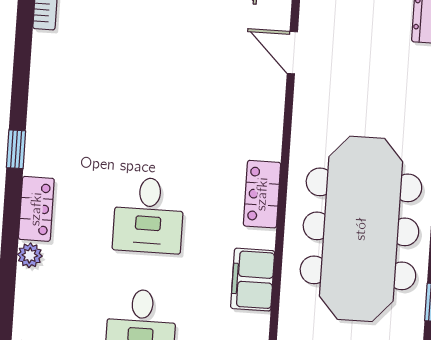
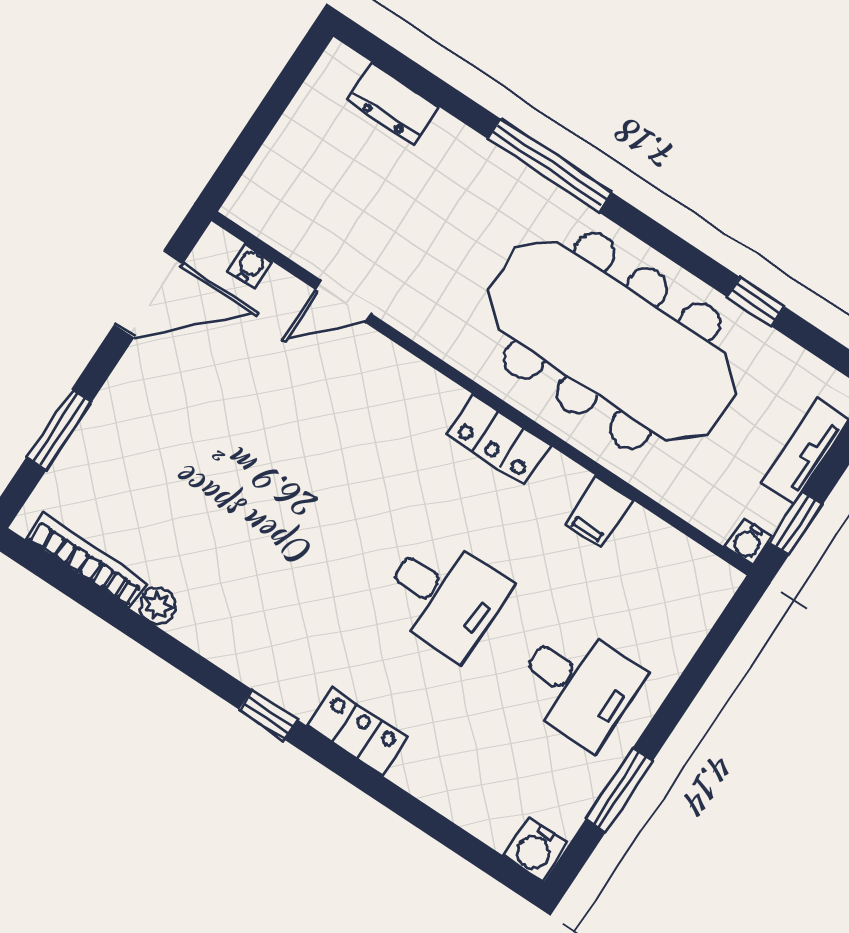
plant: (30, 255) -> (158, 605), moved
filing cabinet: (253, 280) -> (598, 512), width x0.50

